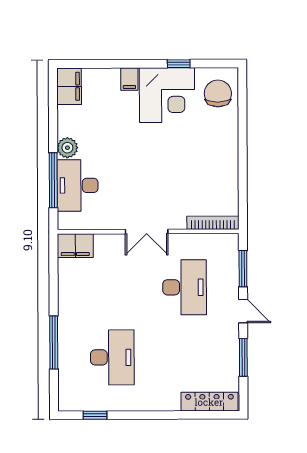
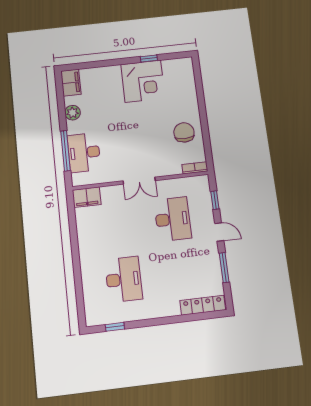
filing cabinet: (129, 79) -> (114, 73), removed
chair: (218, 93) -> (184, 132), moved
plant: (67, 148) -> (73, 113), moved
bookcase: (213, 223) -> (195, 168), width x0.64
window: (243, 269) -> (215, 200), width x0.67
window: (54, 343) -> (77, 273), removed

